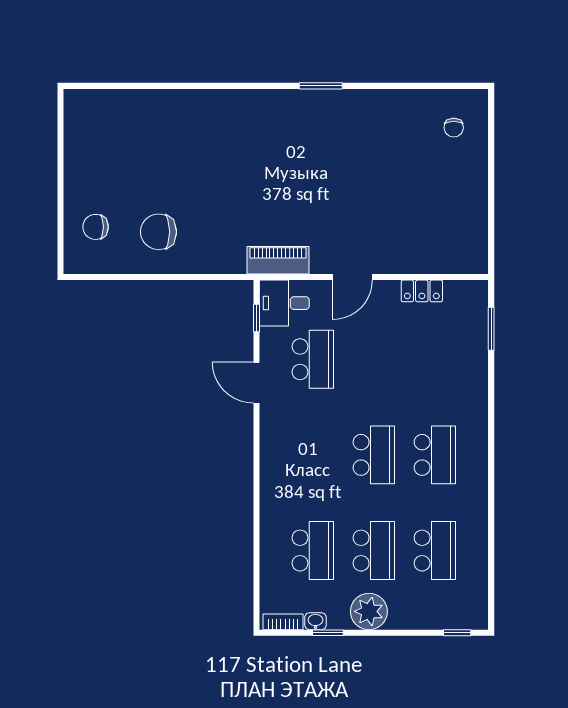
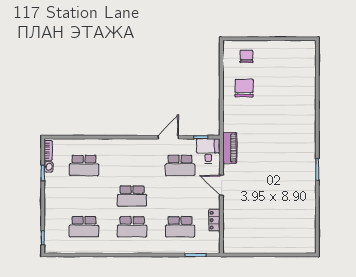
chair: (454, 128) -> (296, 236), removed
school desk: (374, 551) -> (180, 227), moved
plant: (369, 611) -> (53, 194), removed

